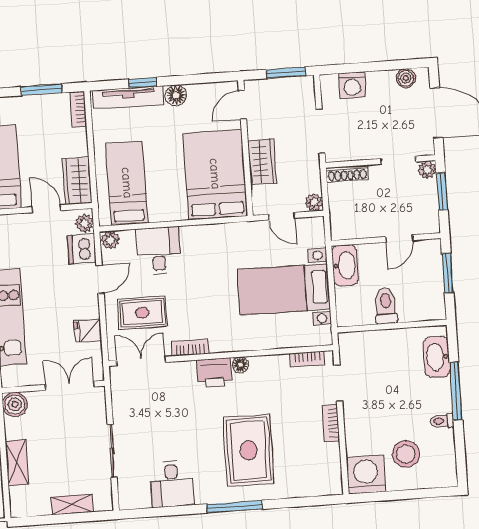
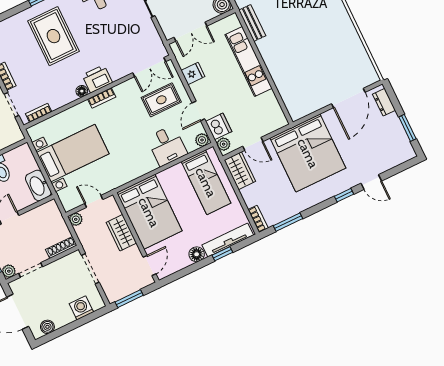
bookcase: (190, 348) -> (102, 98), moved

